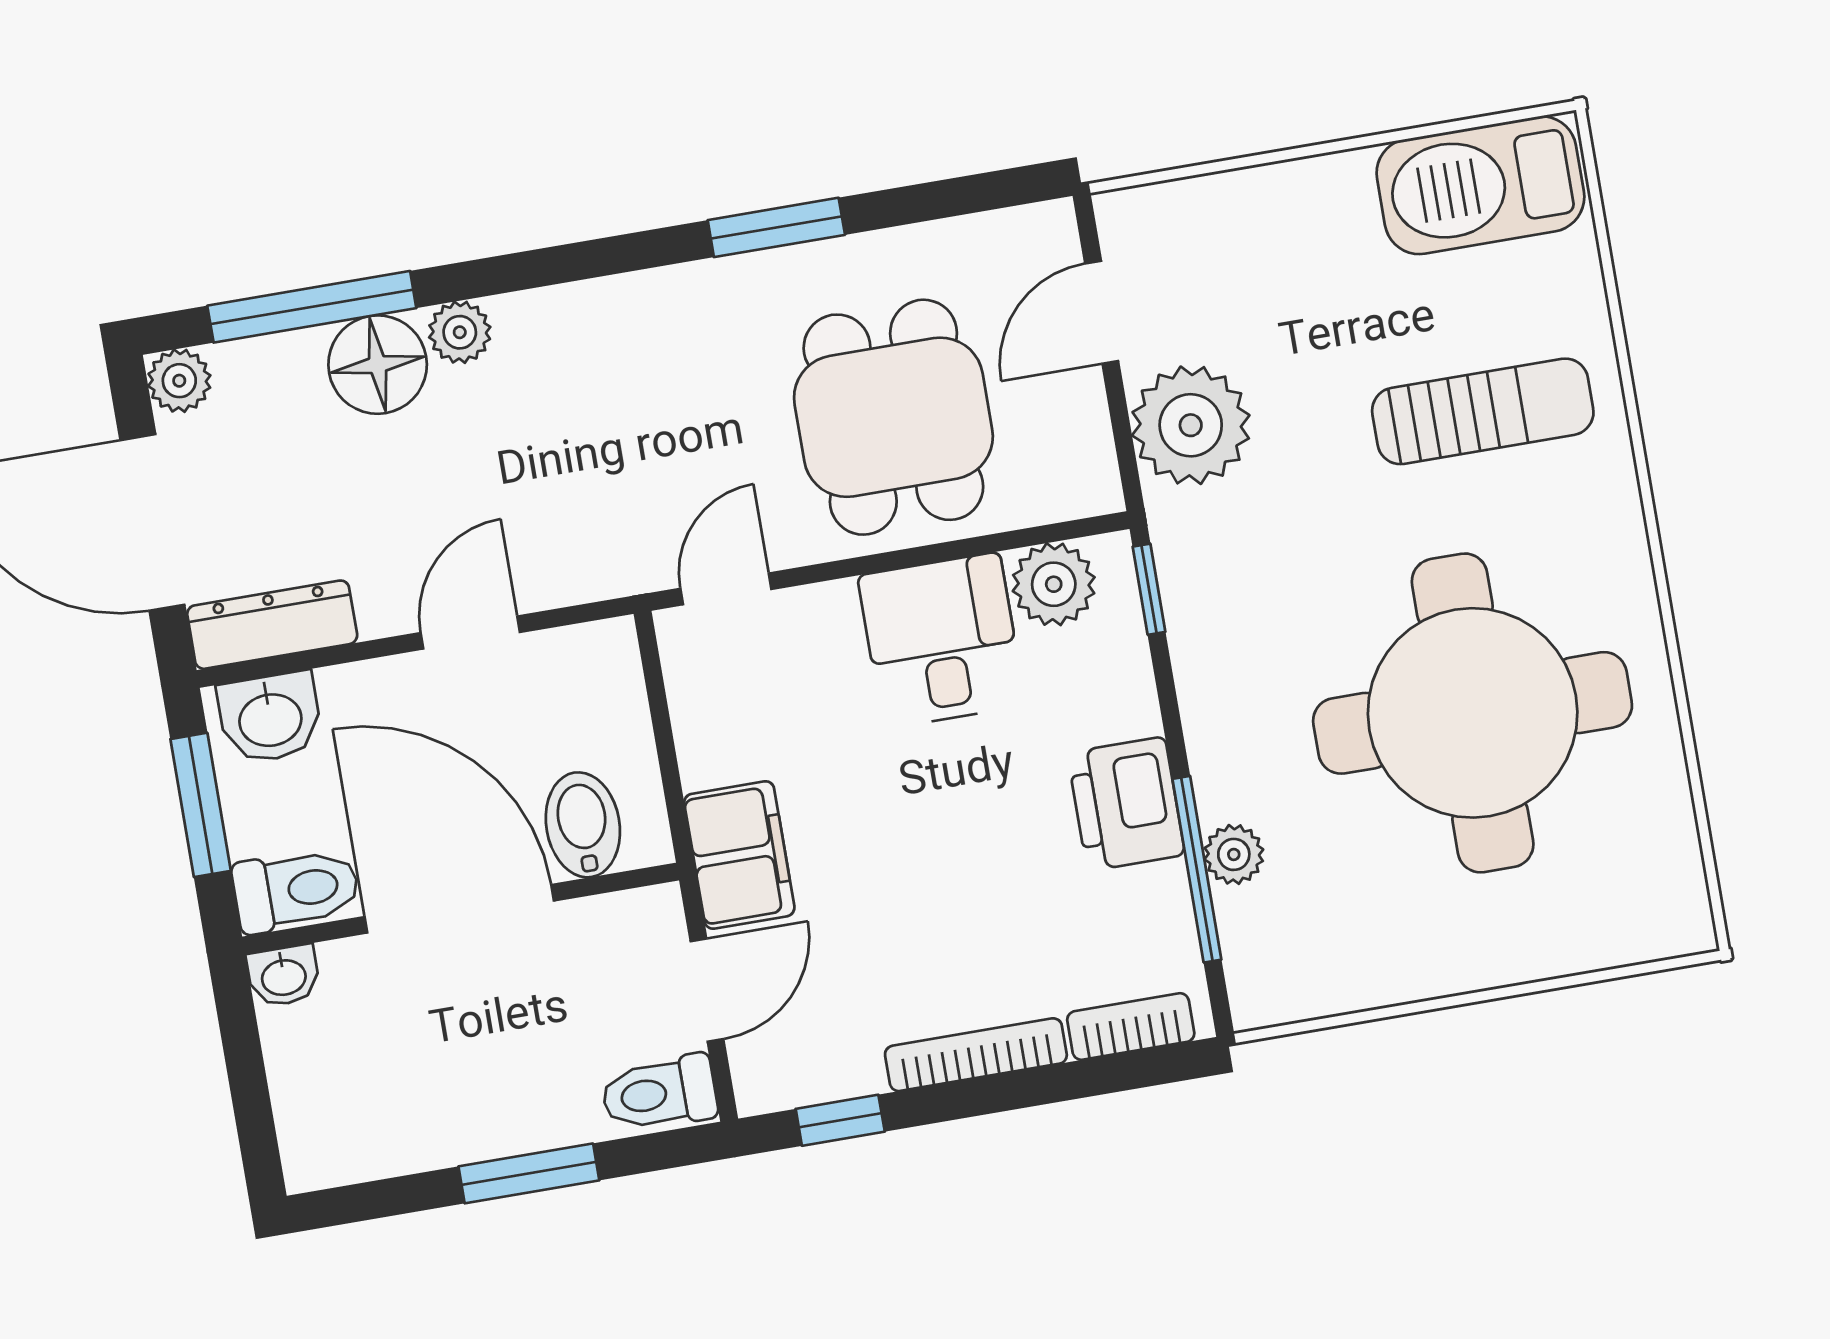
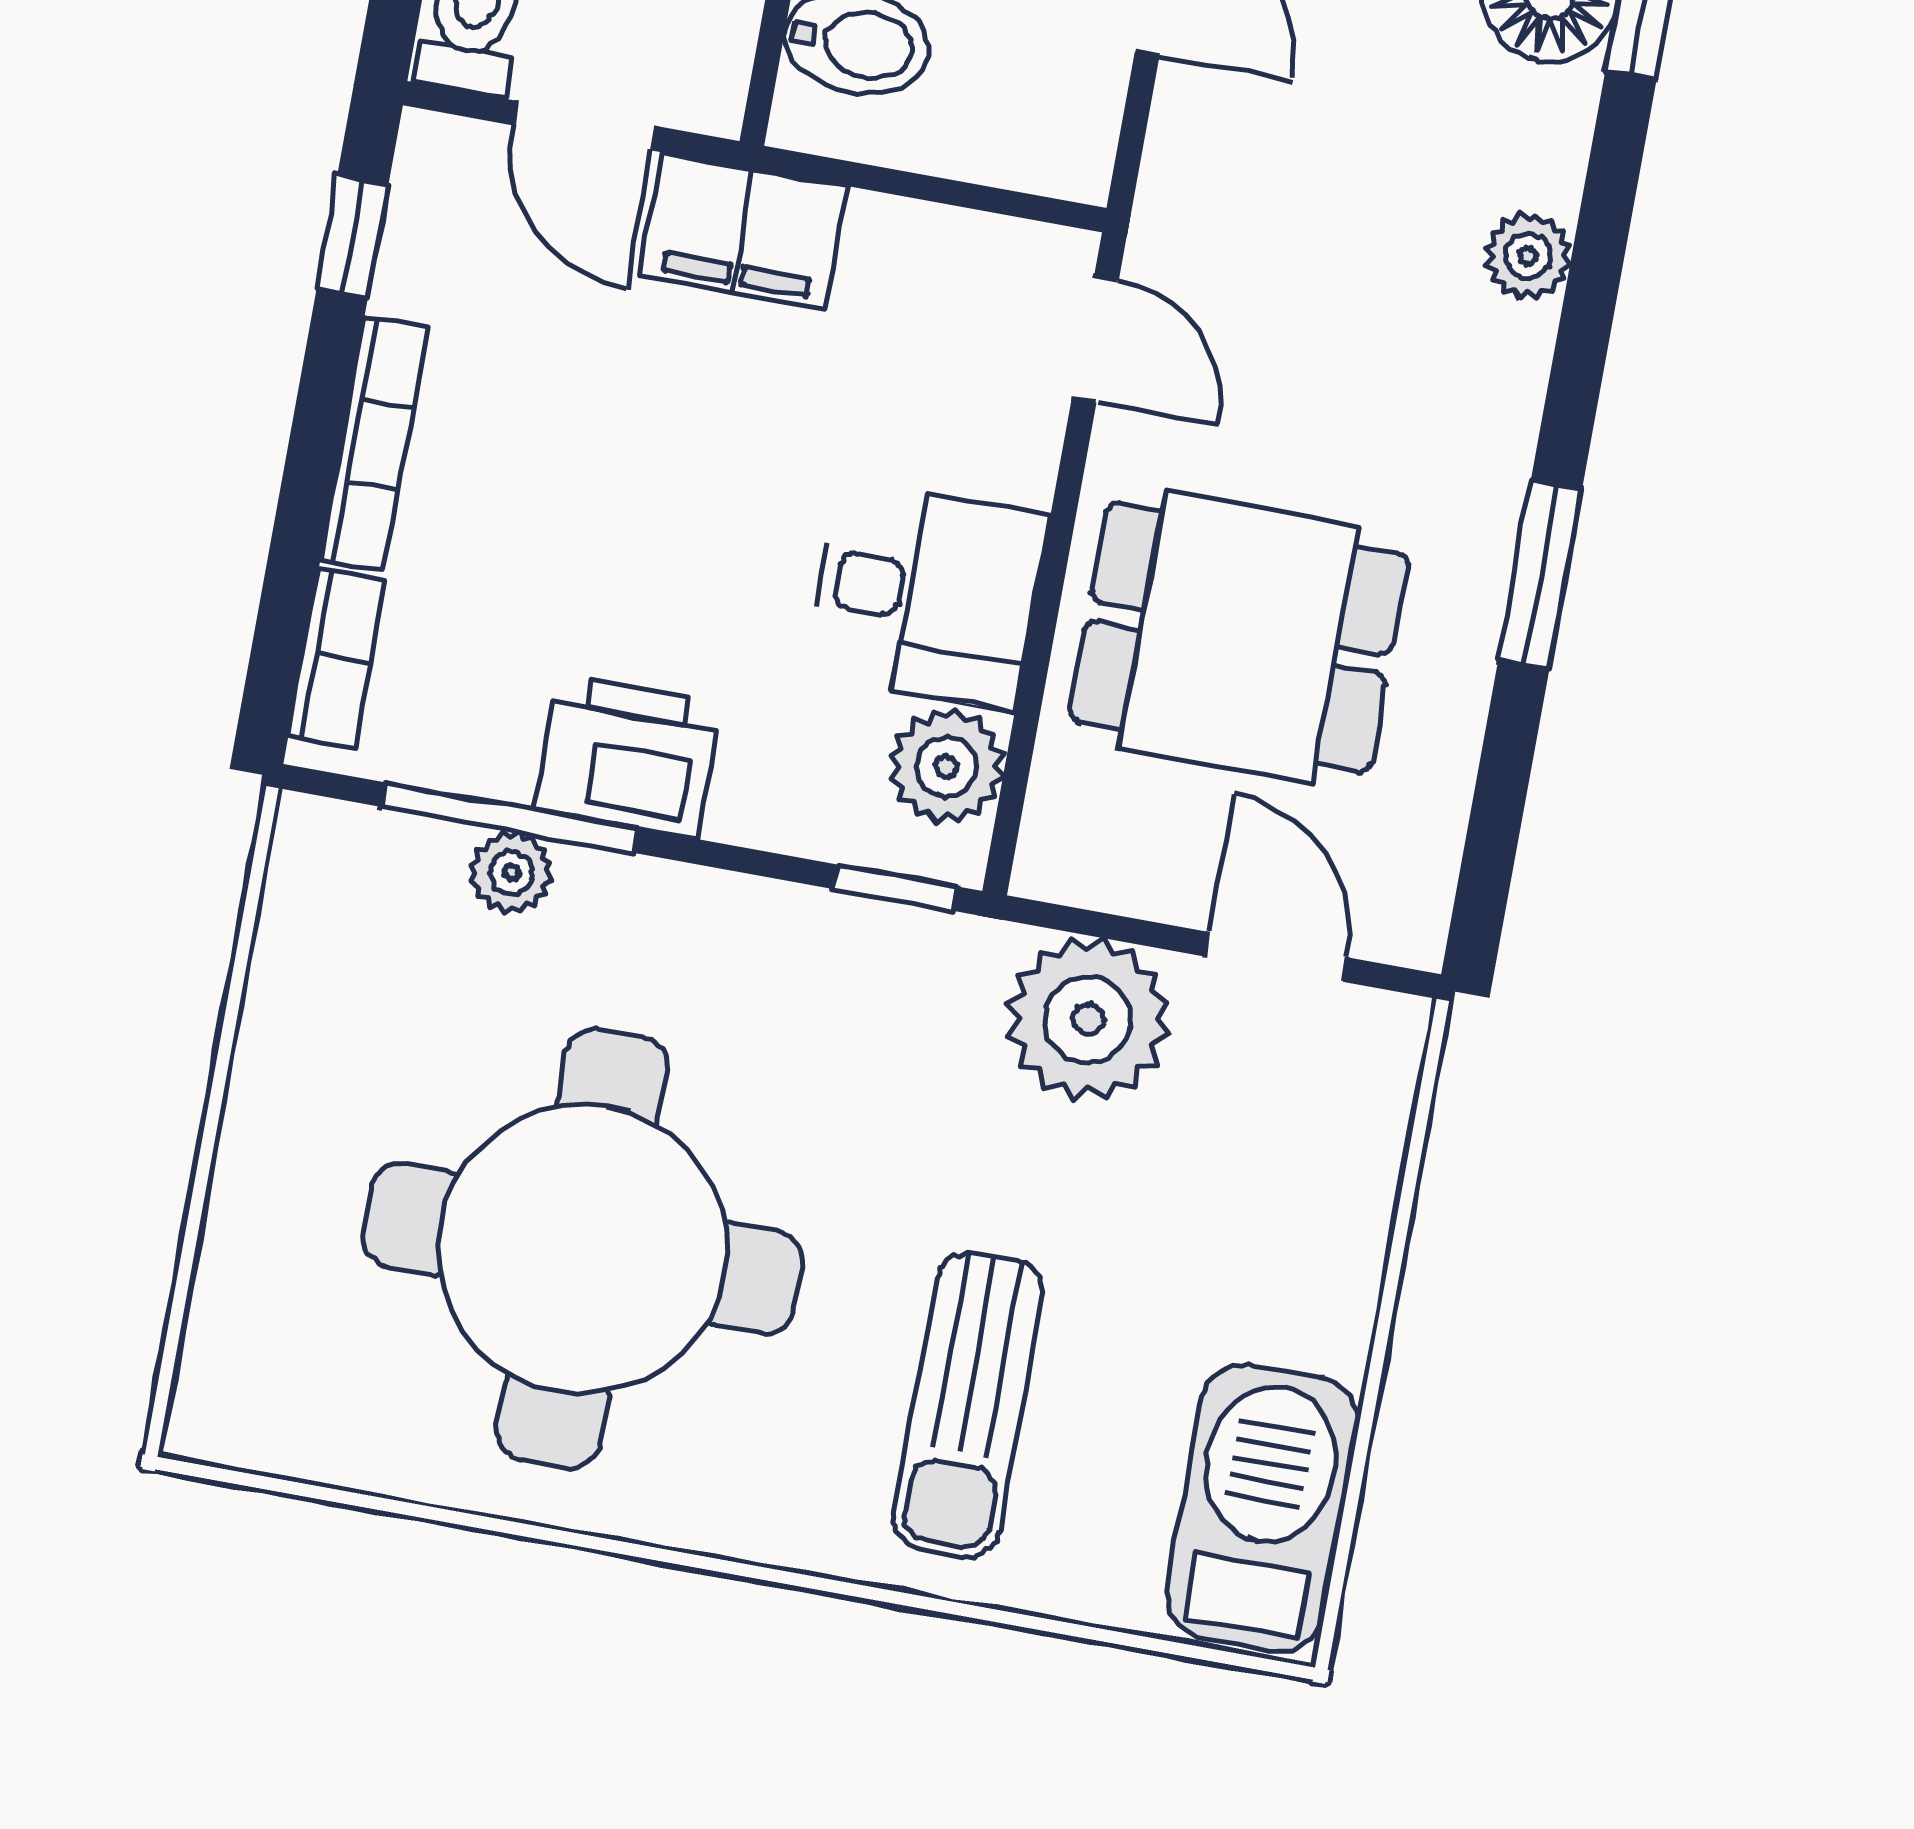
plant: (460, 332) -> (1528, 256), moved

